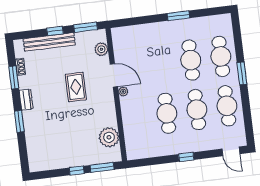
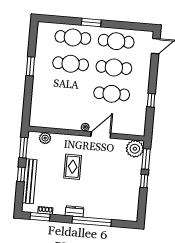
door: (114, 75) -> (101, 135), moved
window: (14, 77) -> (40, 217), moved
rug: (76, 87) -> (73, 167), turned 90
window: (19, 121) -> (92, 221), width x2.11
plant: (109, 137) -> (135, 149), moved
window: (186, 157) -> (151, 100), moved

